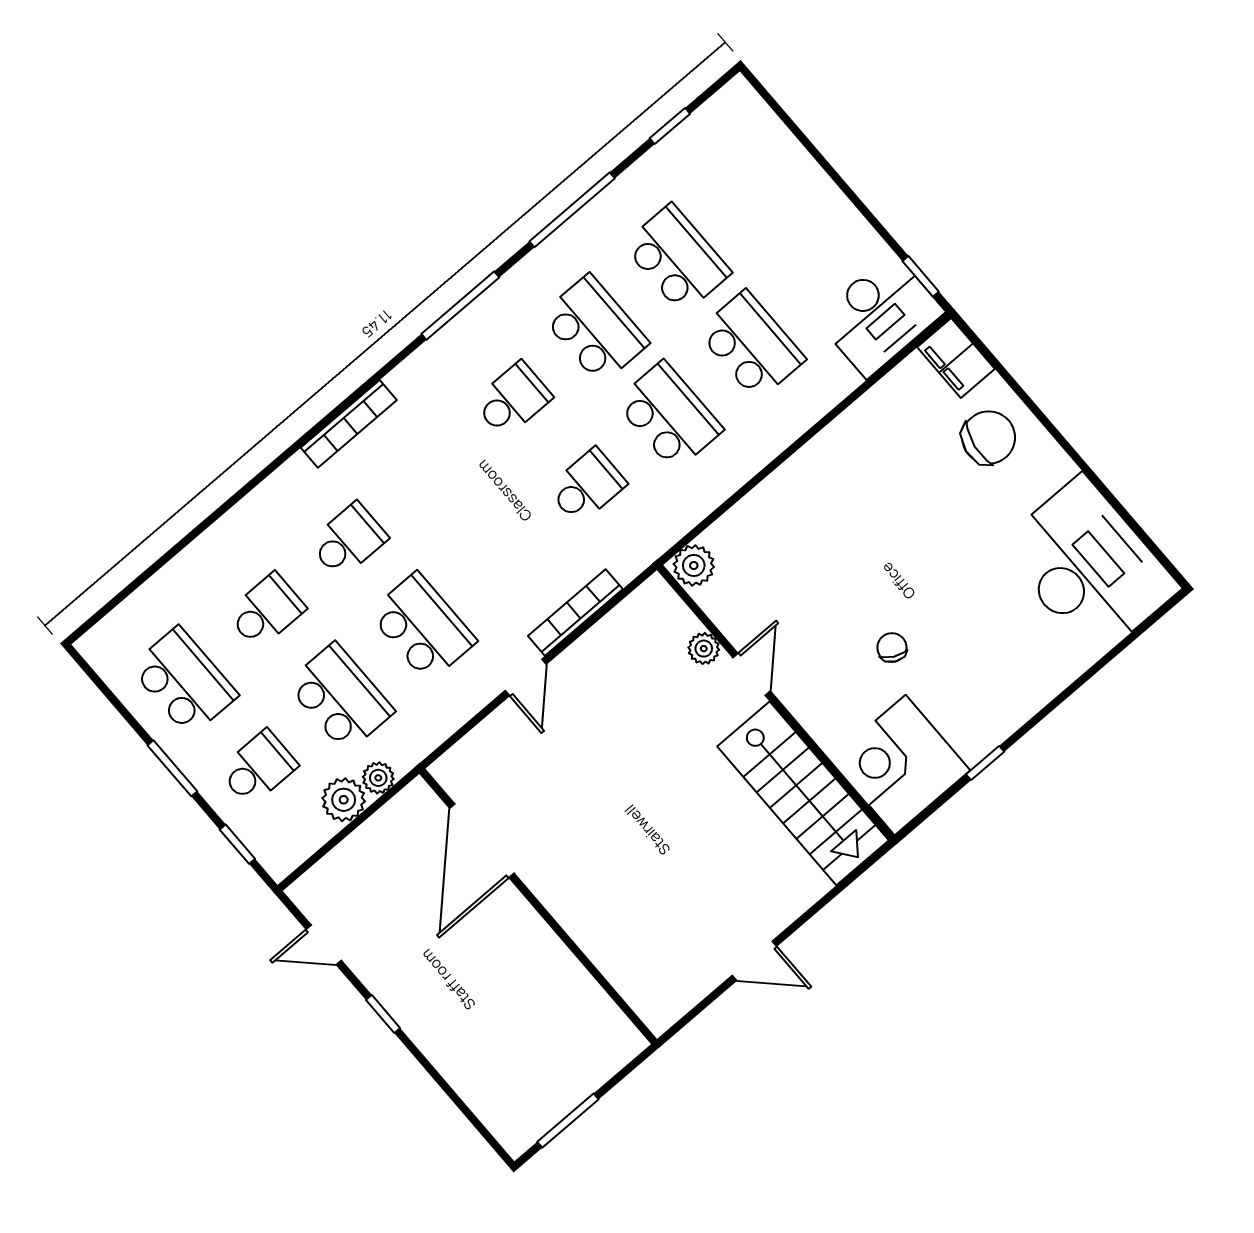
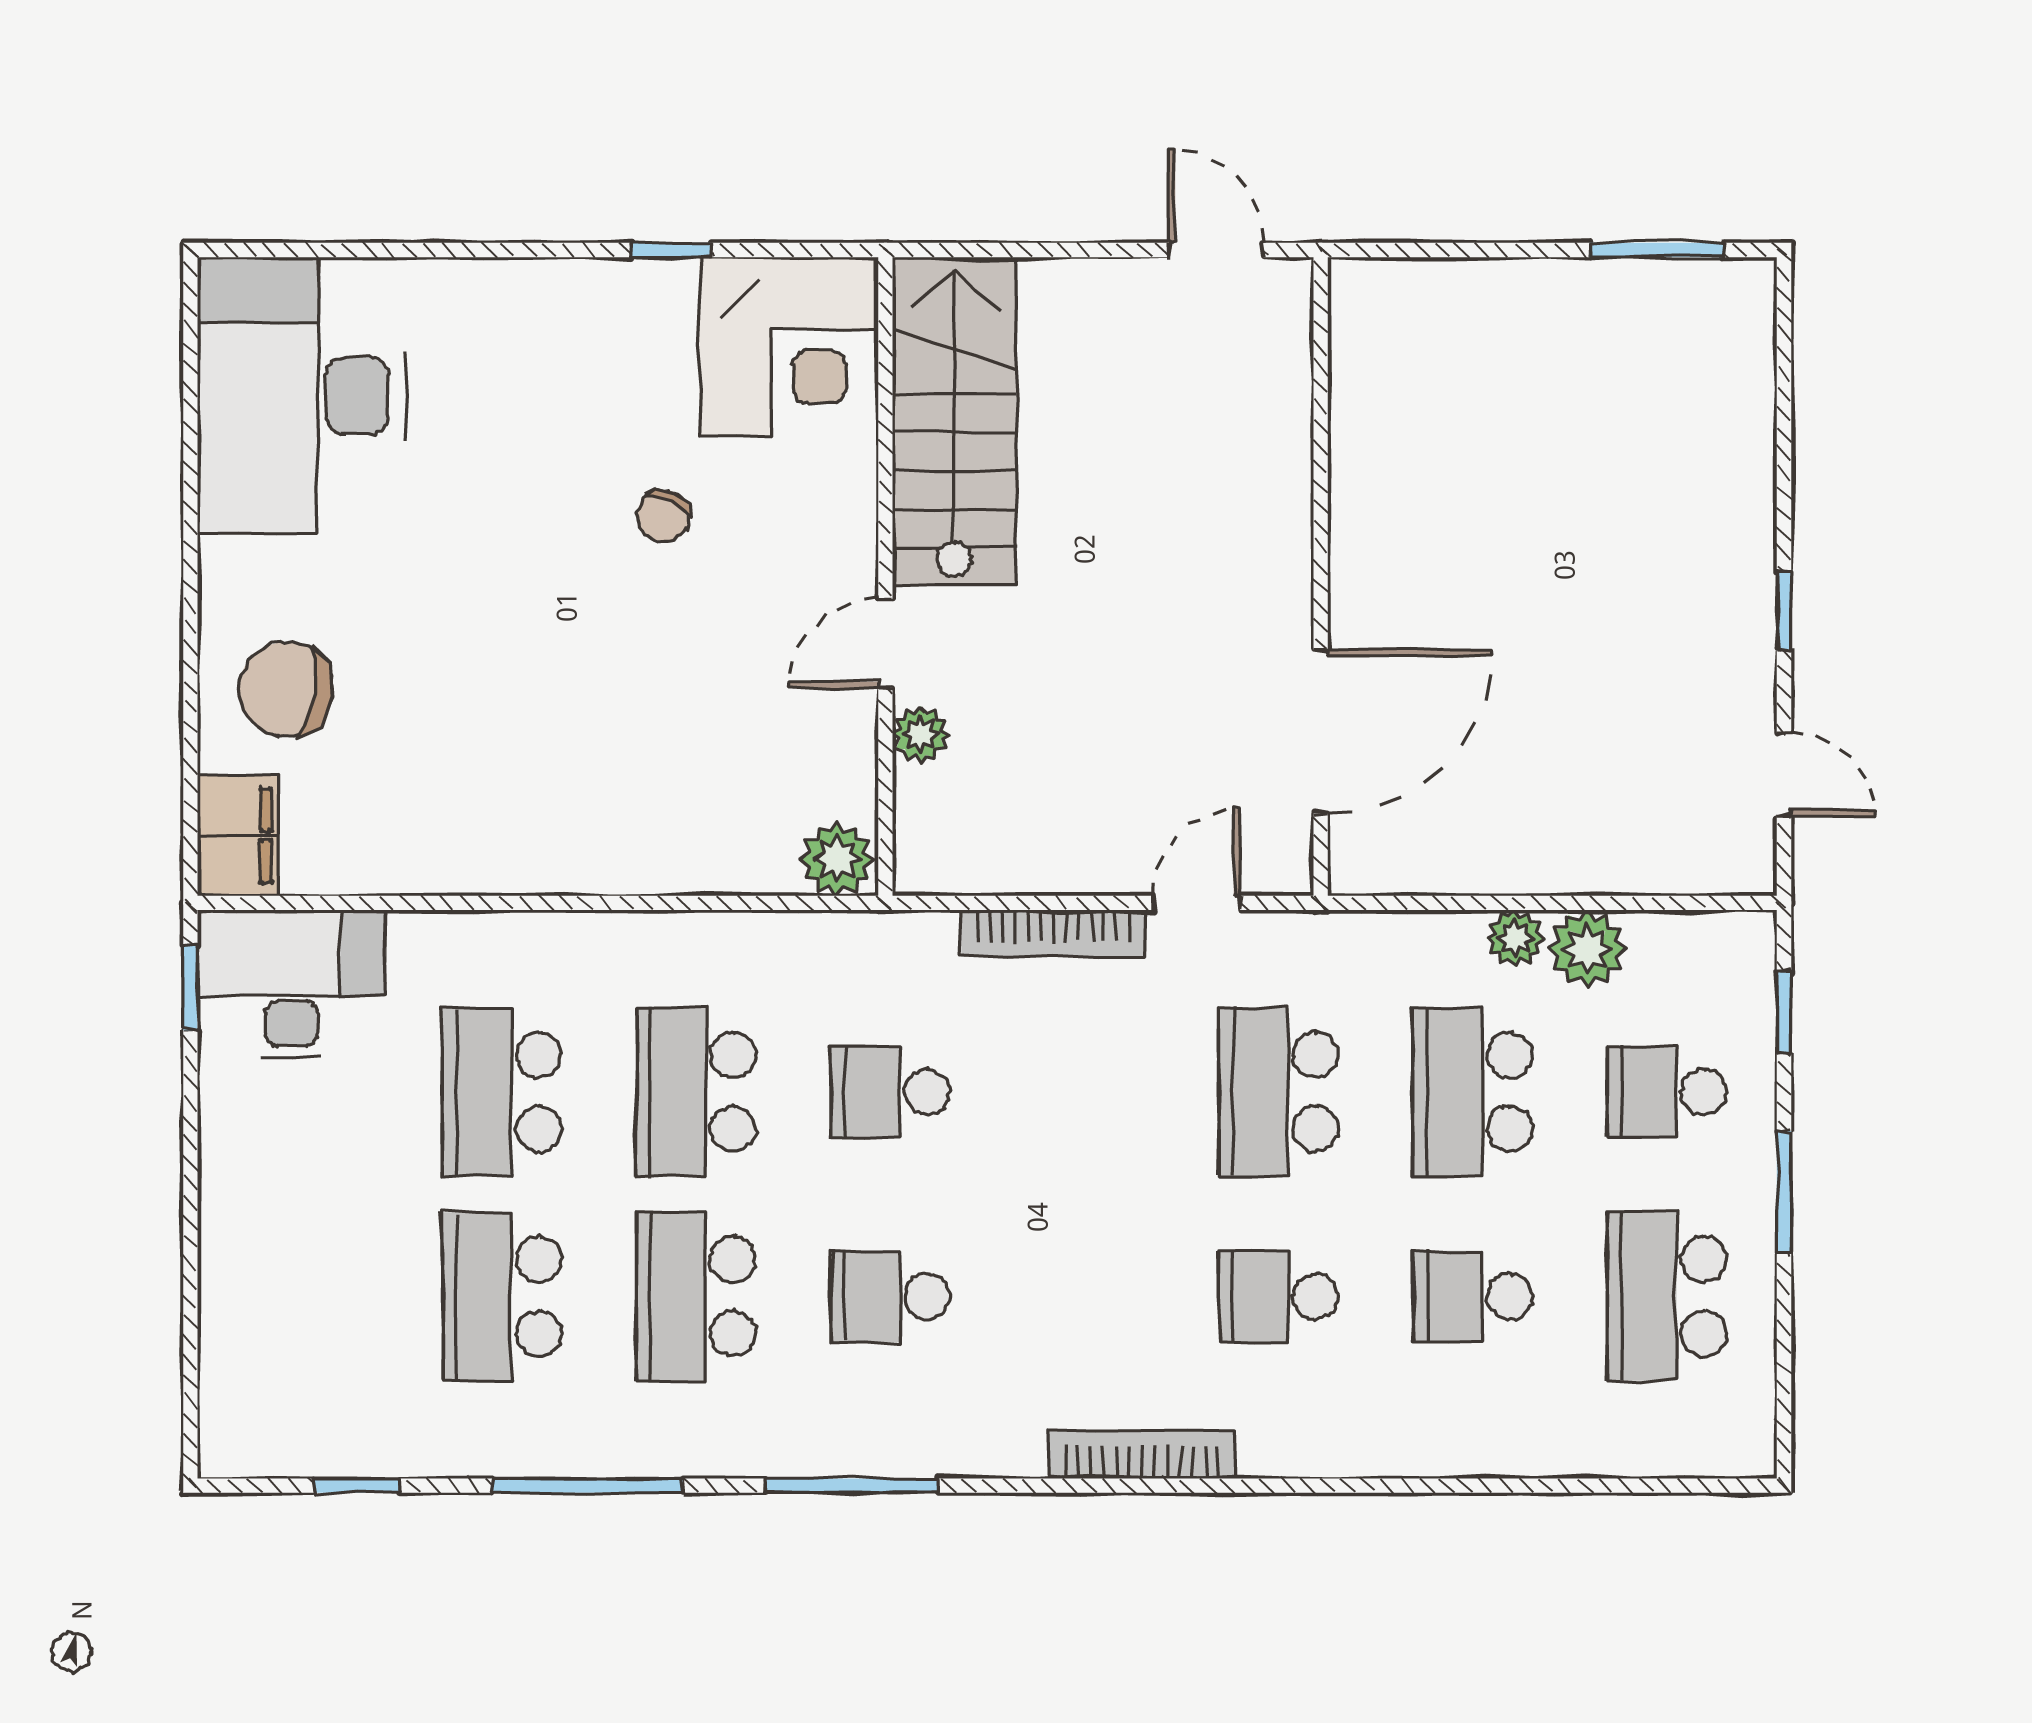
door: (482, 841) -> (1321, 731), moved
wall: (538, 906) -> (1321, 576), moved

